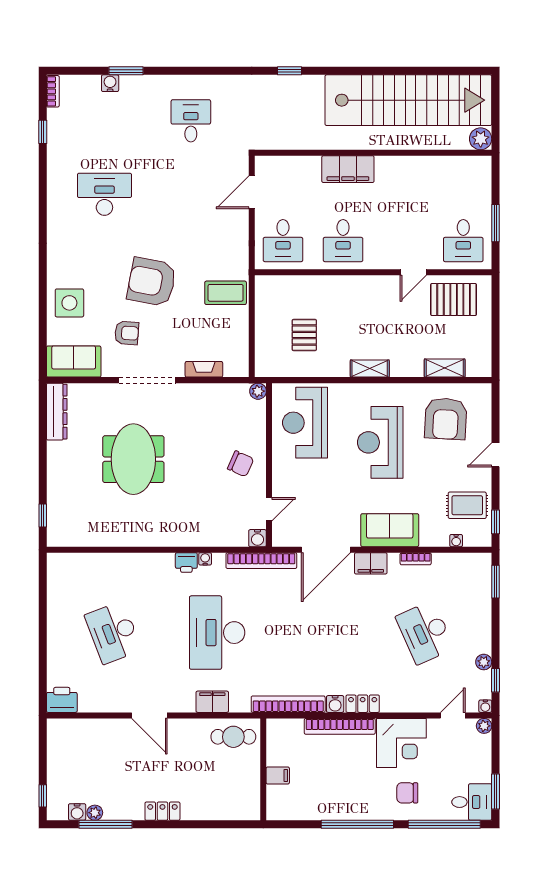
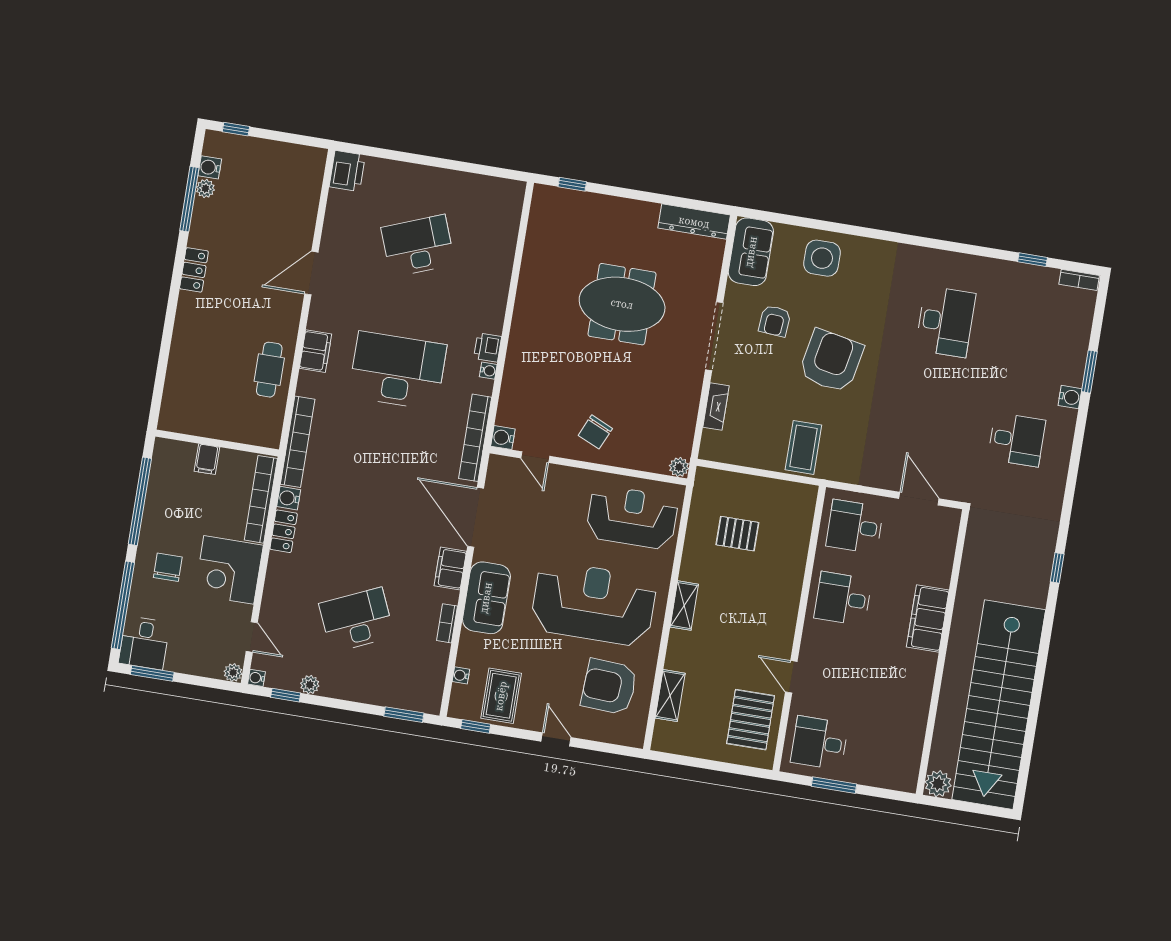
water cooler: (110, 83) -> (1070, 397), moved
reception desk: (380, 442) -> (594, 604), width x1.36, depth x1.30
wall: (263, 769) -> (217, 443), moved
filing cabinet: (278, 775) -> (207, 459), moved

